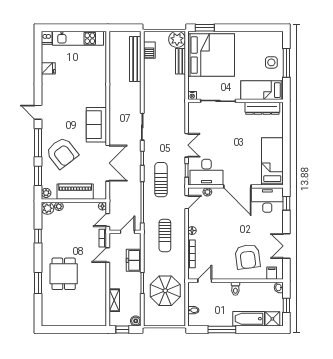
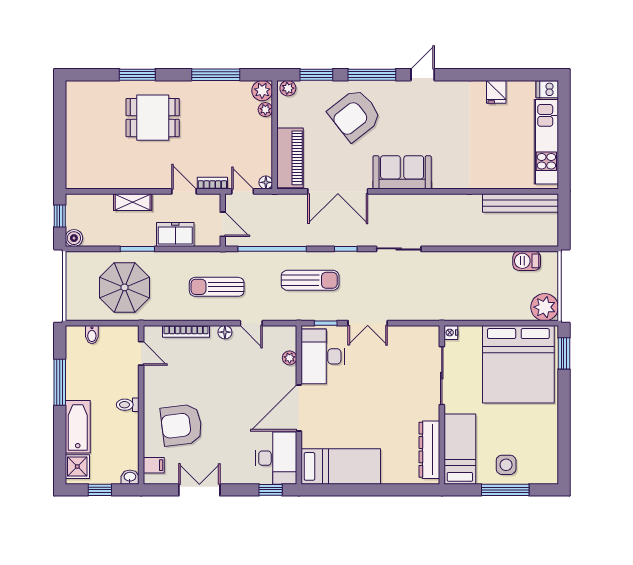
bench: (135, 59) -> (520, 203), moved
bench: (180, 61) -> (508, 313), removed
piano: (75, 192) -> (290, 158), moved
door: (187, 202) -> (251, 323), moved
window: (38, 236) -> (216, 75), width x2.17
shelving: (114, 300) -> (133, 202), moved

